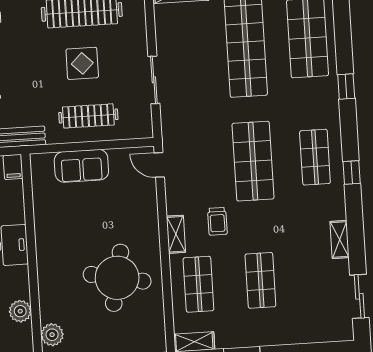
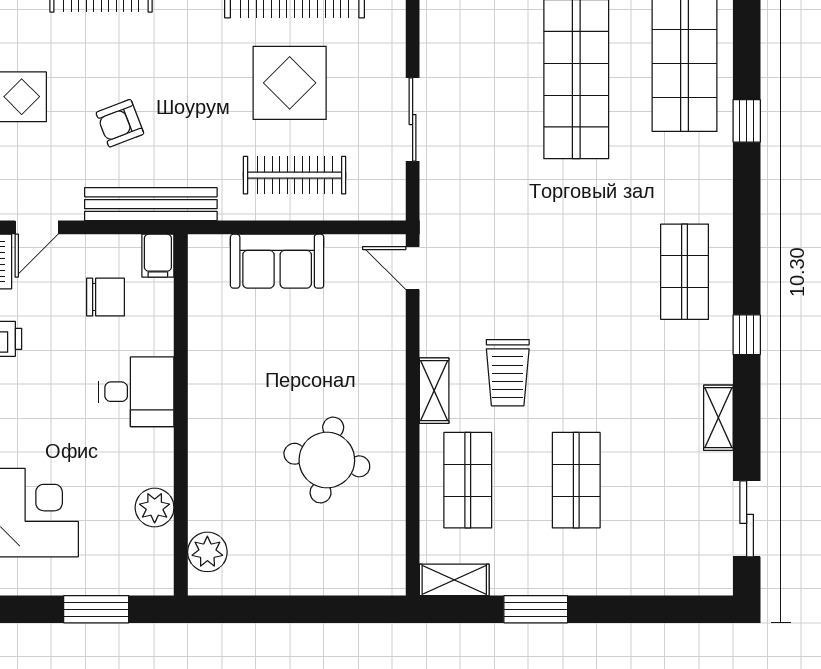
display table: (82, 63) -> (290, 83), width x1.36, depth x1.36
window: (346, 86) -> (747, 121), moved
shop shelf: (253, 161) -> (576, 272), removed
window: (352, 173) -> (747, 335), moved
trolley: (217, 221) -> (508, 373), width x1.36, depth x1.39
round table: (117, 278) -> (327, 460), width x0.73, depth x0.73

